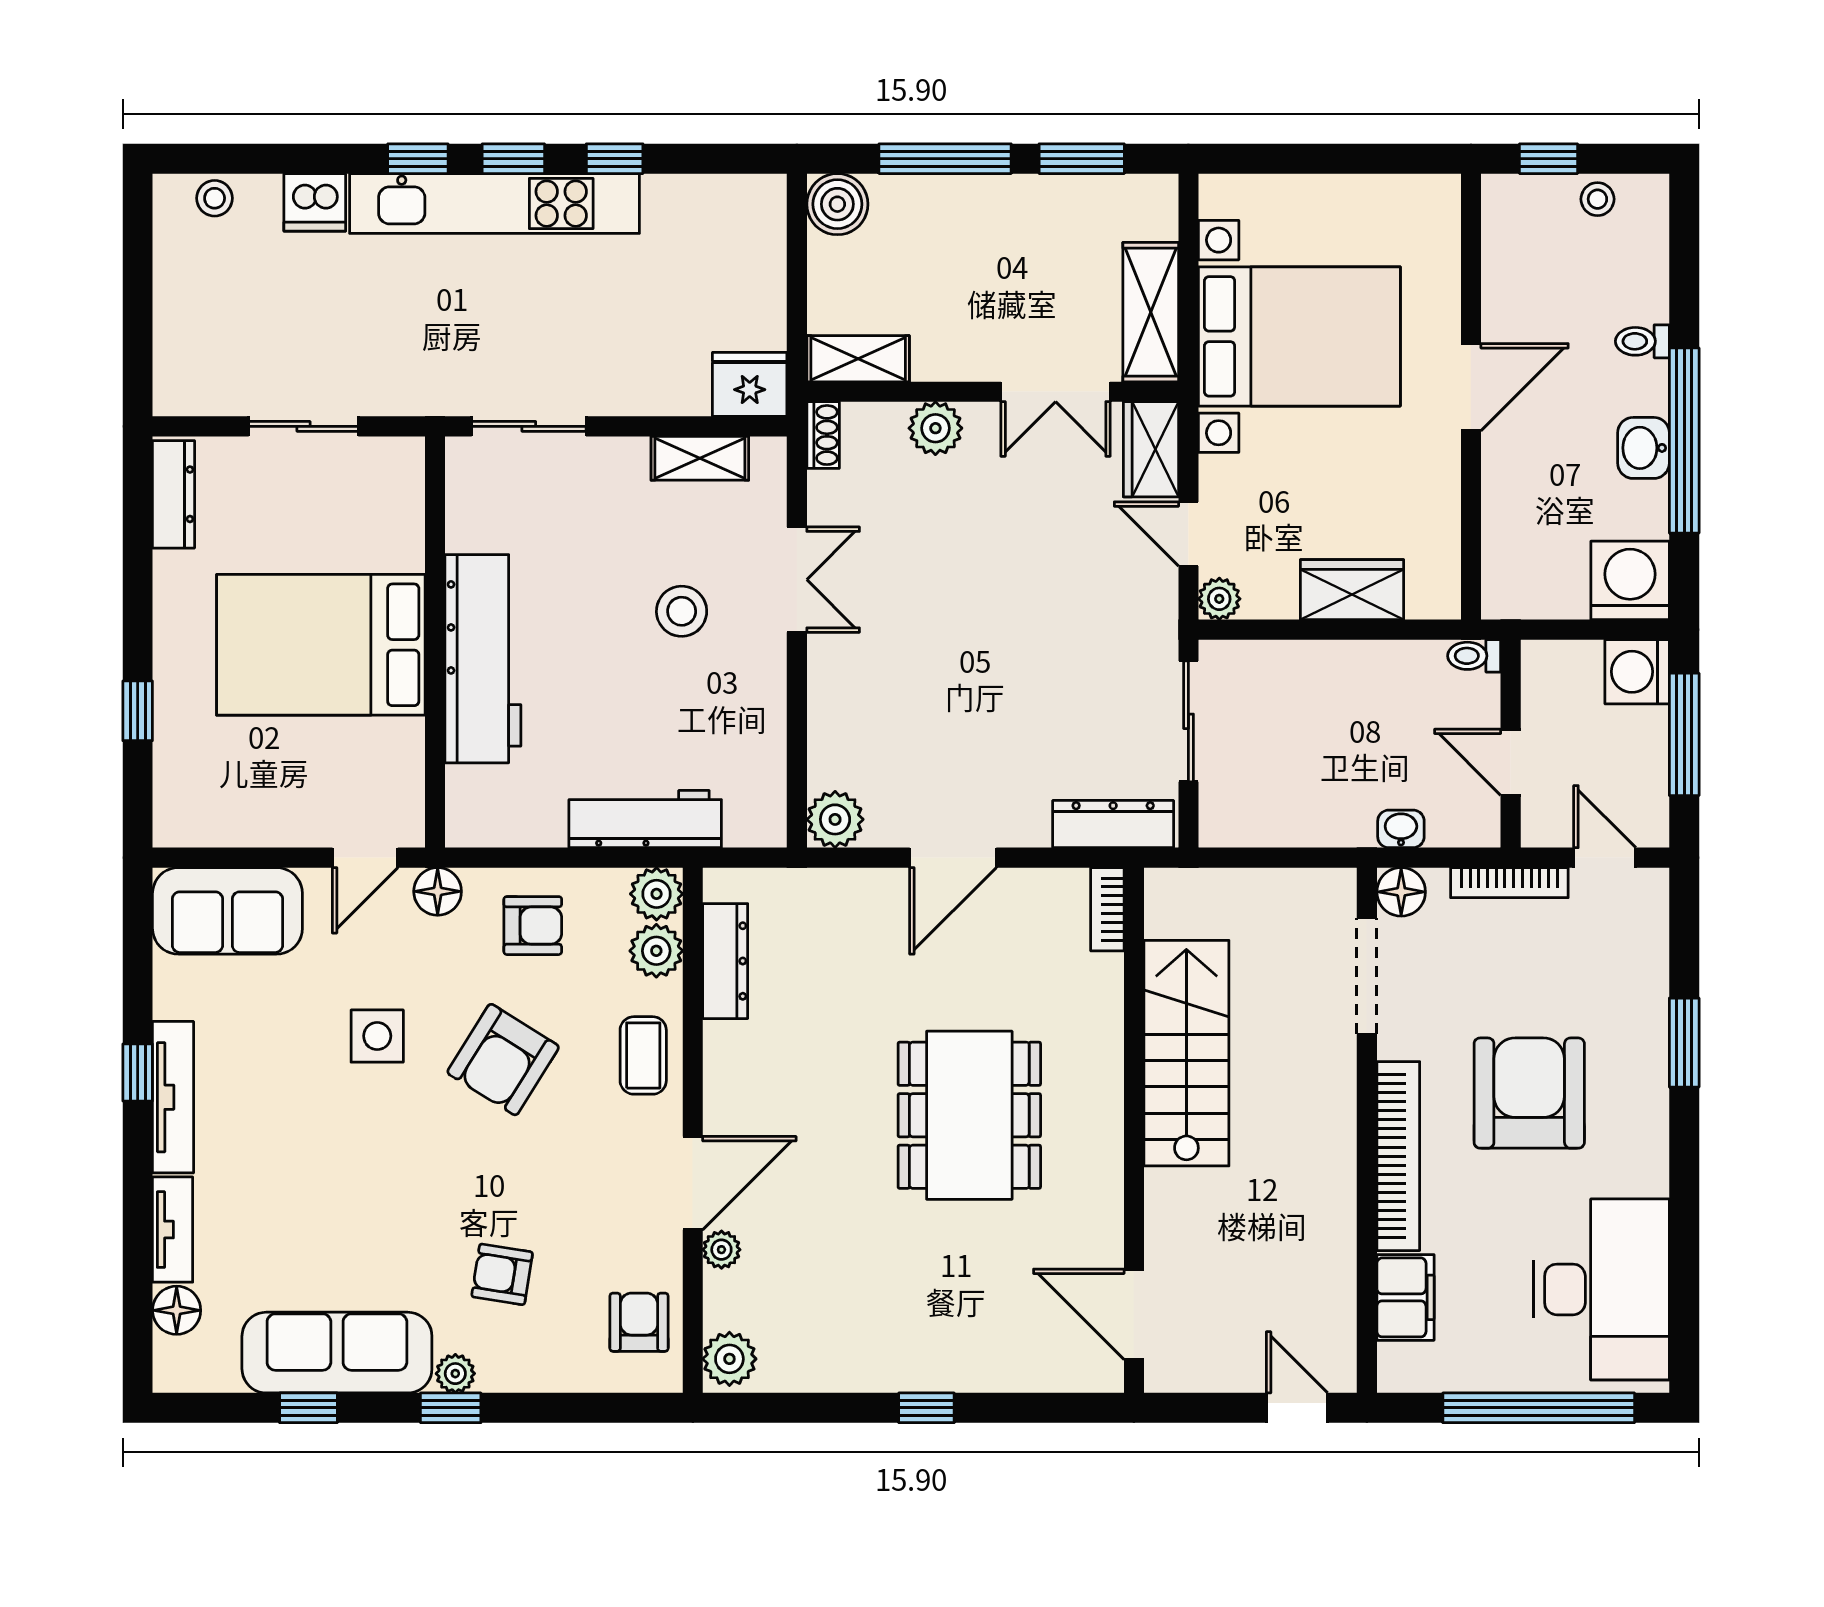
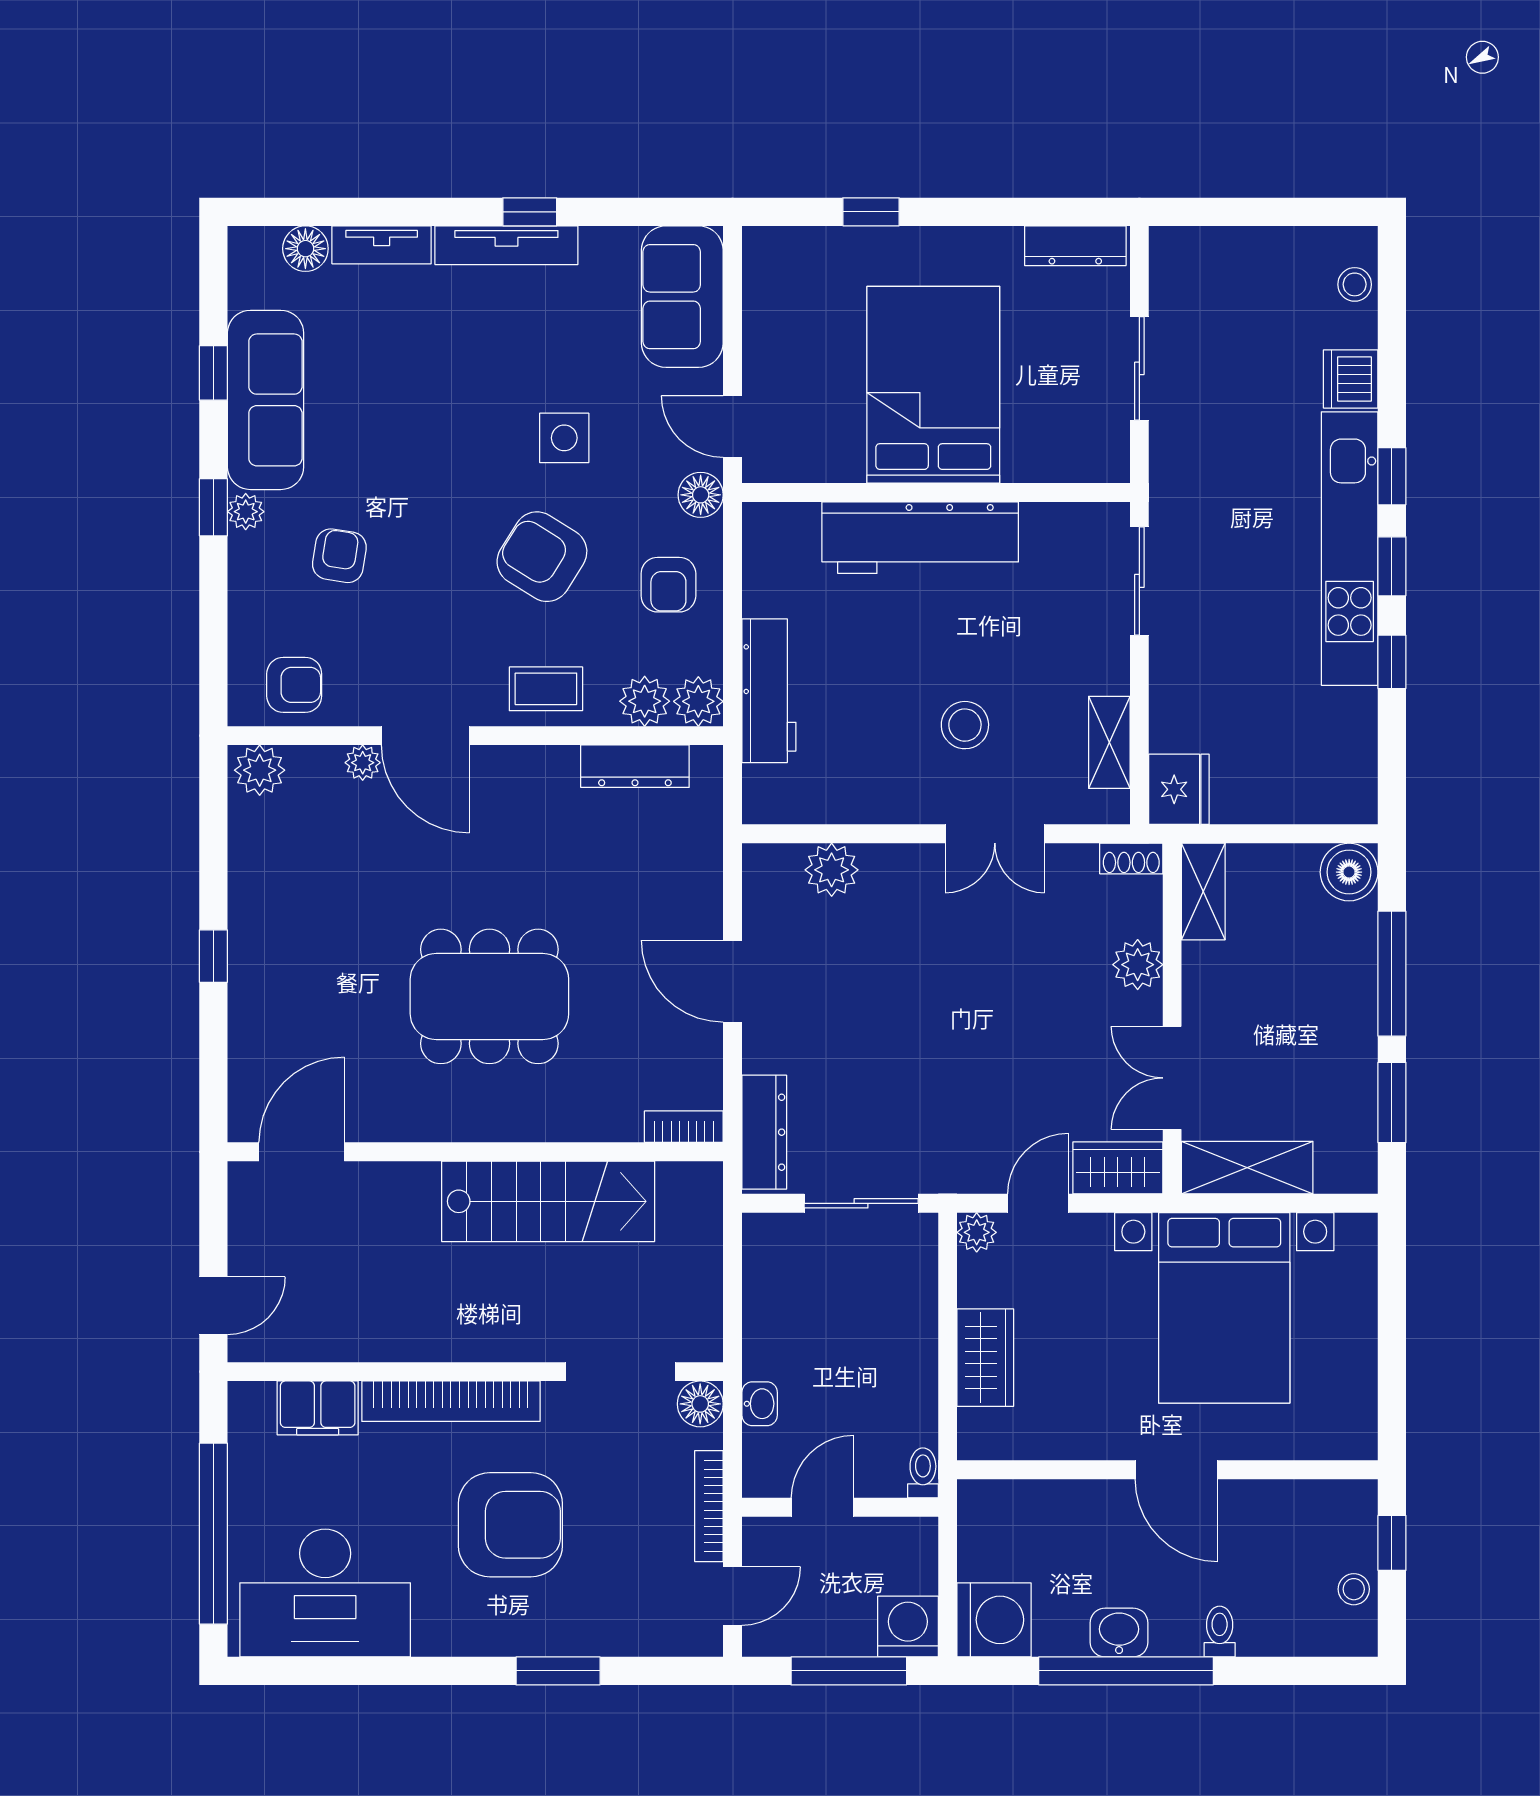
plant: (835, 819) -> (832, 870), moved

